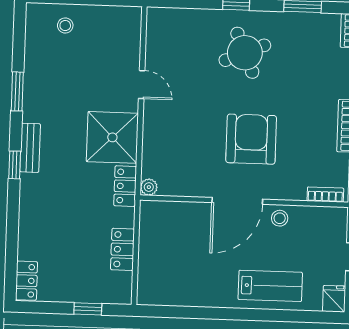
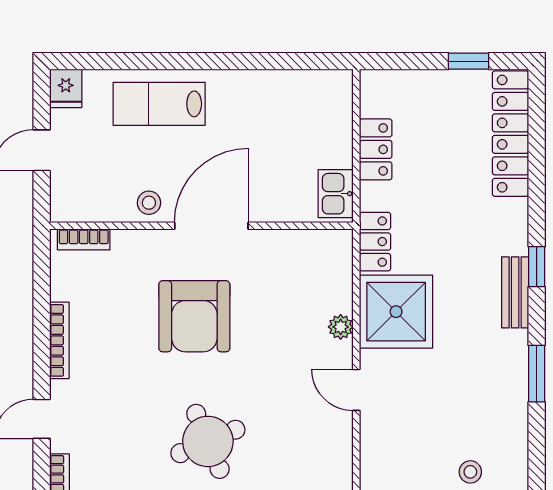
plant: (149, 187) -> (341, 327), moved
kitchen sink: (151, 220) -> (336, 194), added
locker: (27, 281) -> (510, 134), width x2.16, depth x1.21
window: (88, 309) -> (468, 61), moved

